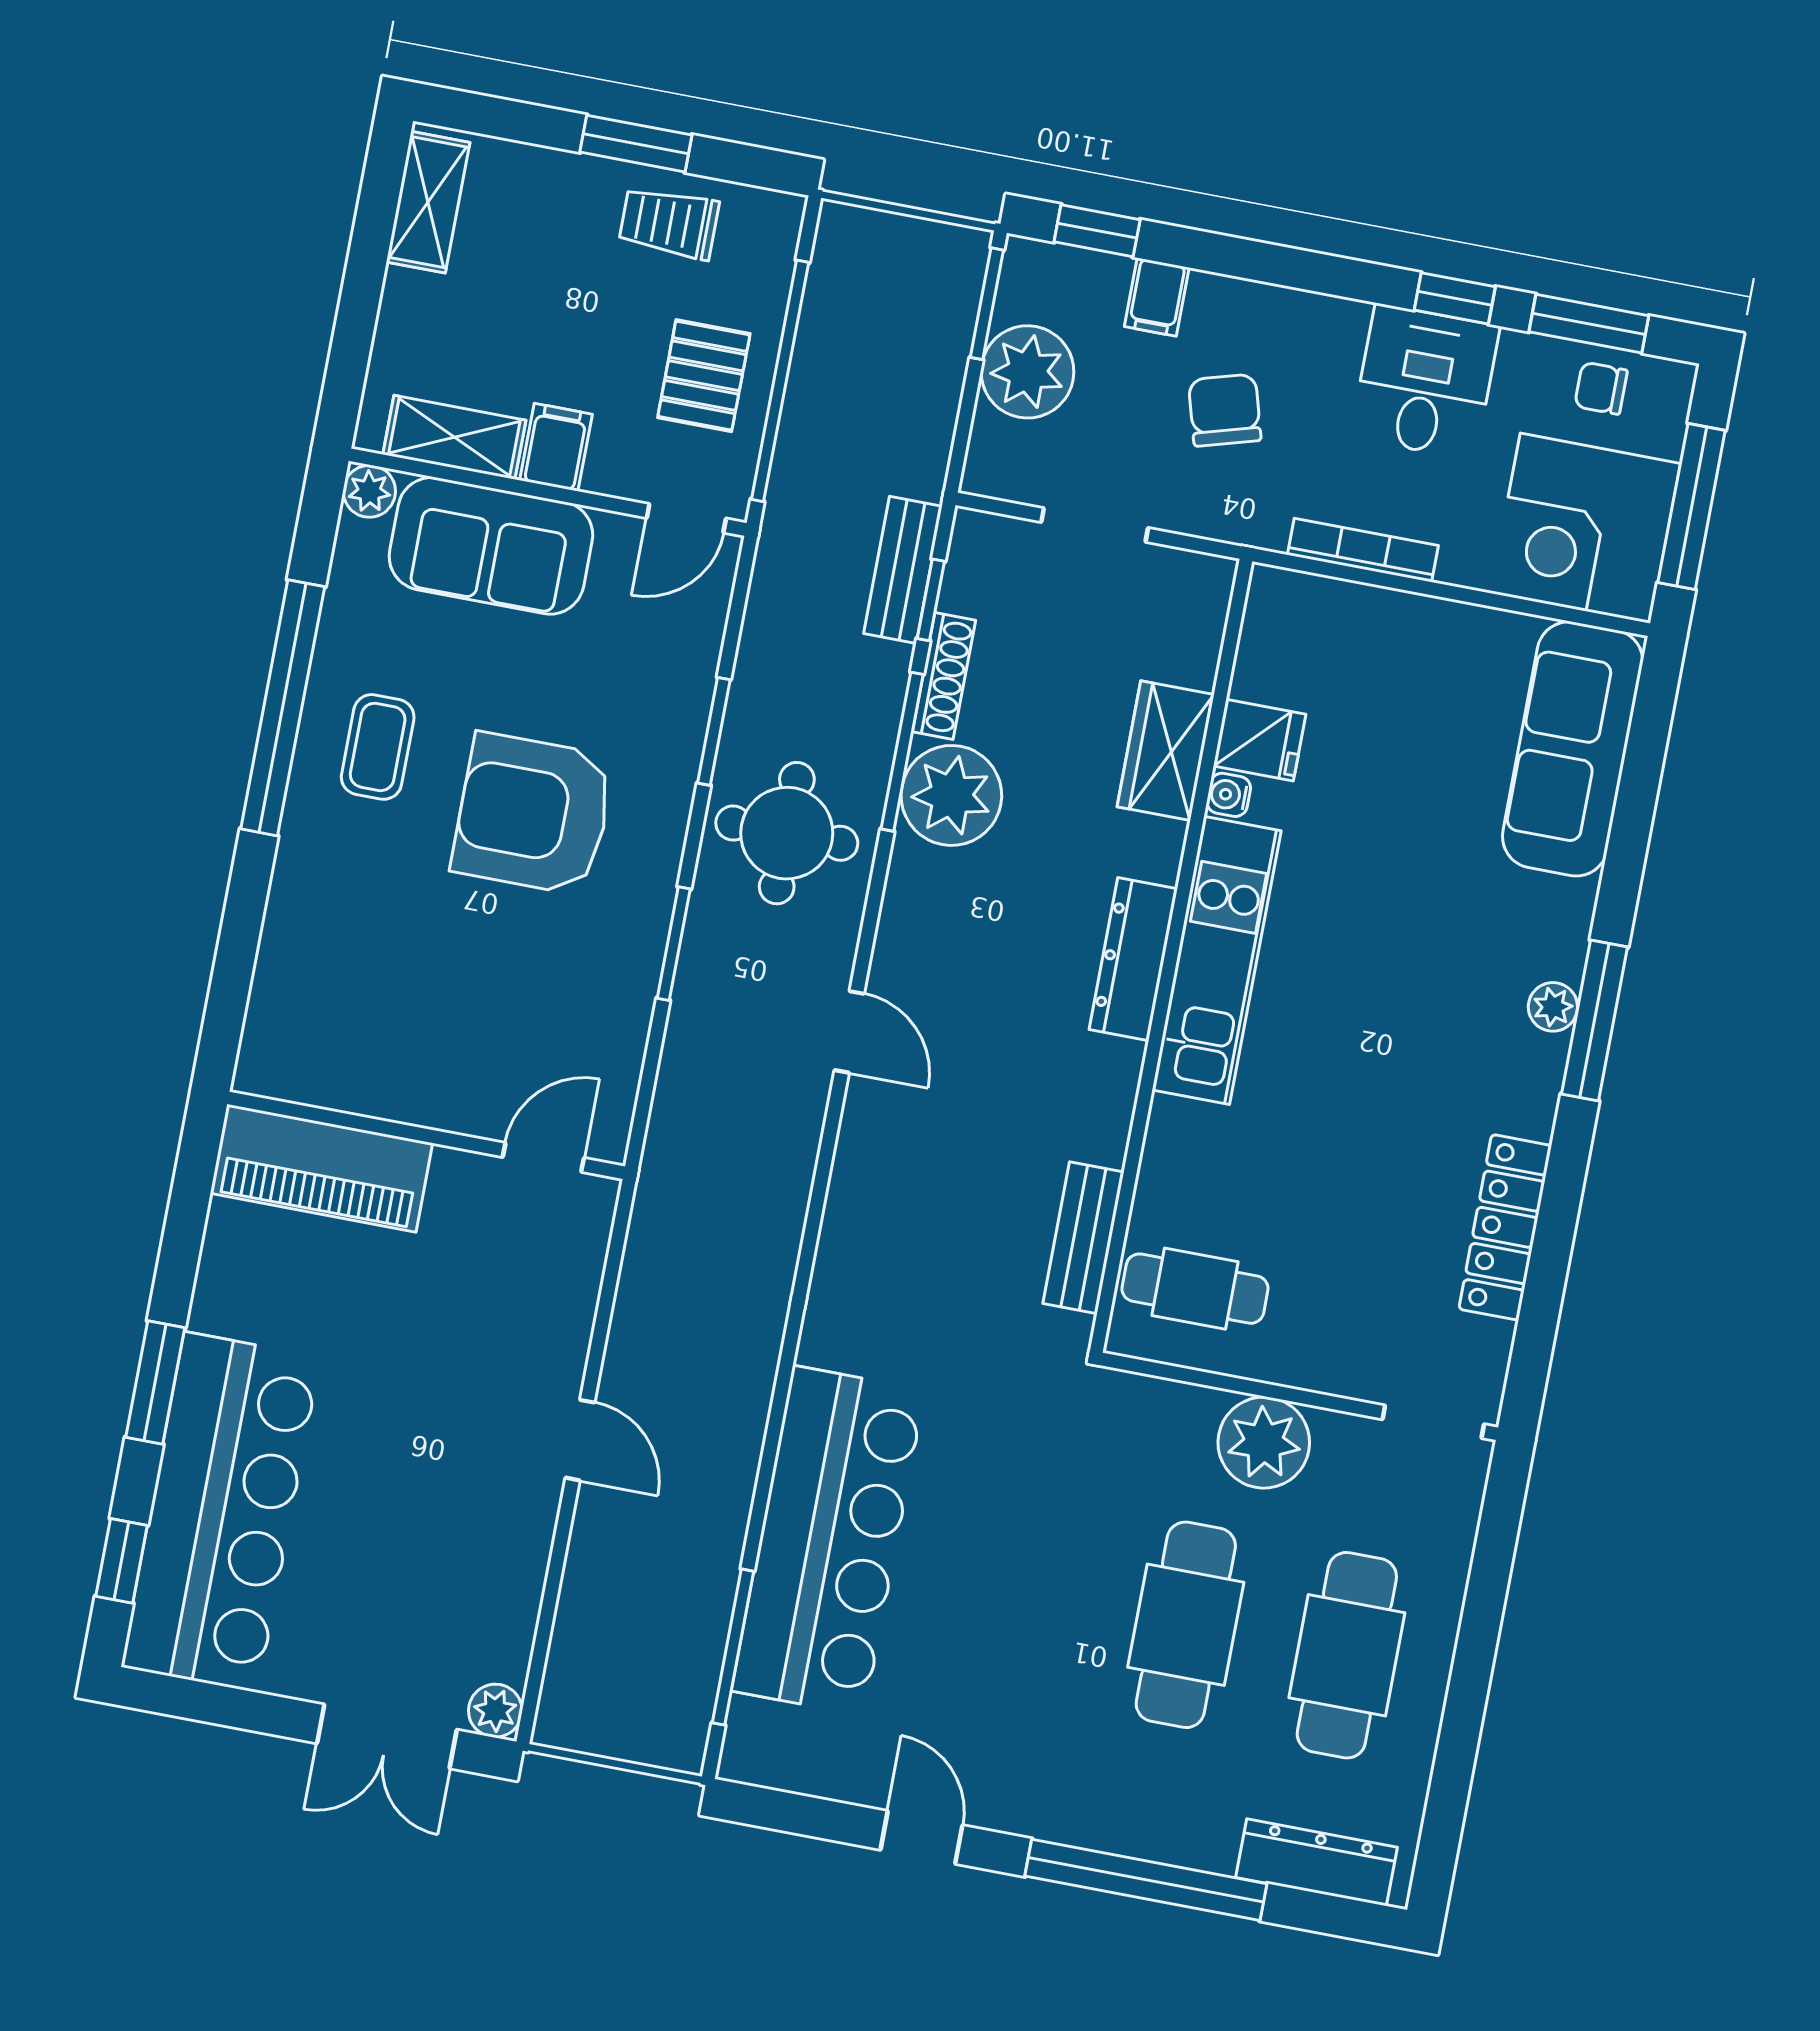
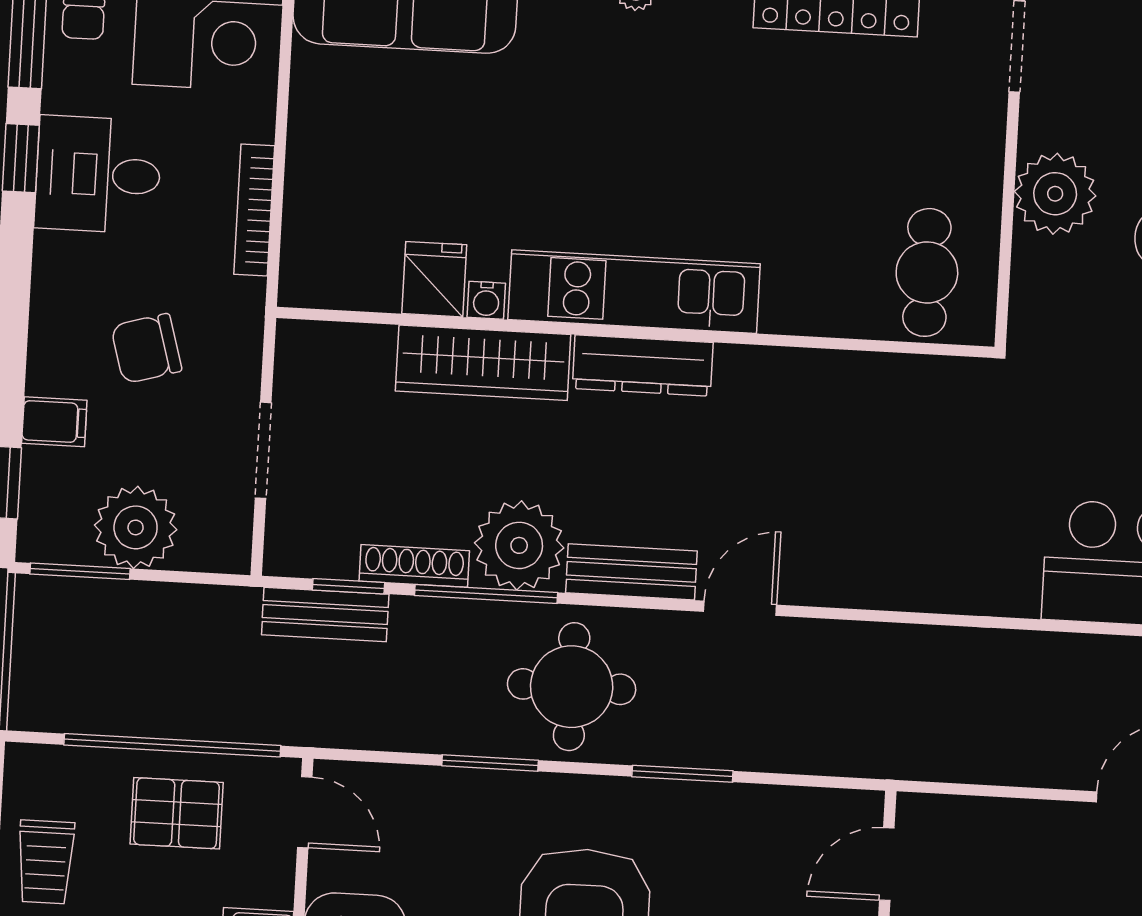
wardrobe: (1166, 751) -> (483, 363), width x1.50
door: (543, 1157) -> (887, 864), hinge flipped
bench: (1083, 1238) -> (631, 572), moved

